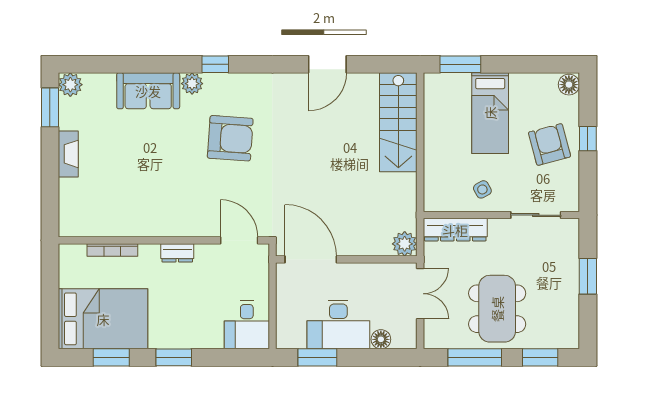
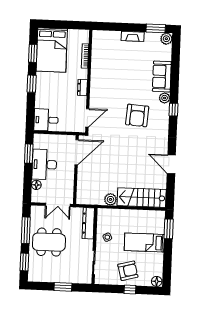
plant: (405, 244) -> (110, 199), moved

